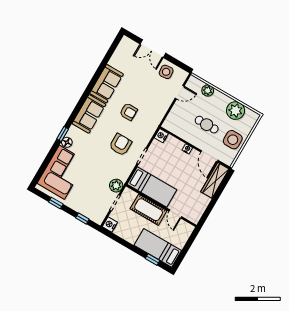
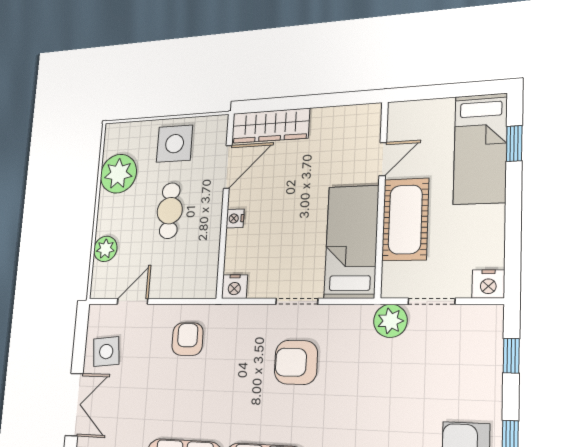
door: (180, 92) -> (133, 301), hinge flipped
armchair: (128, 112) -> (188, 339), moved

